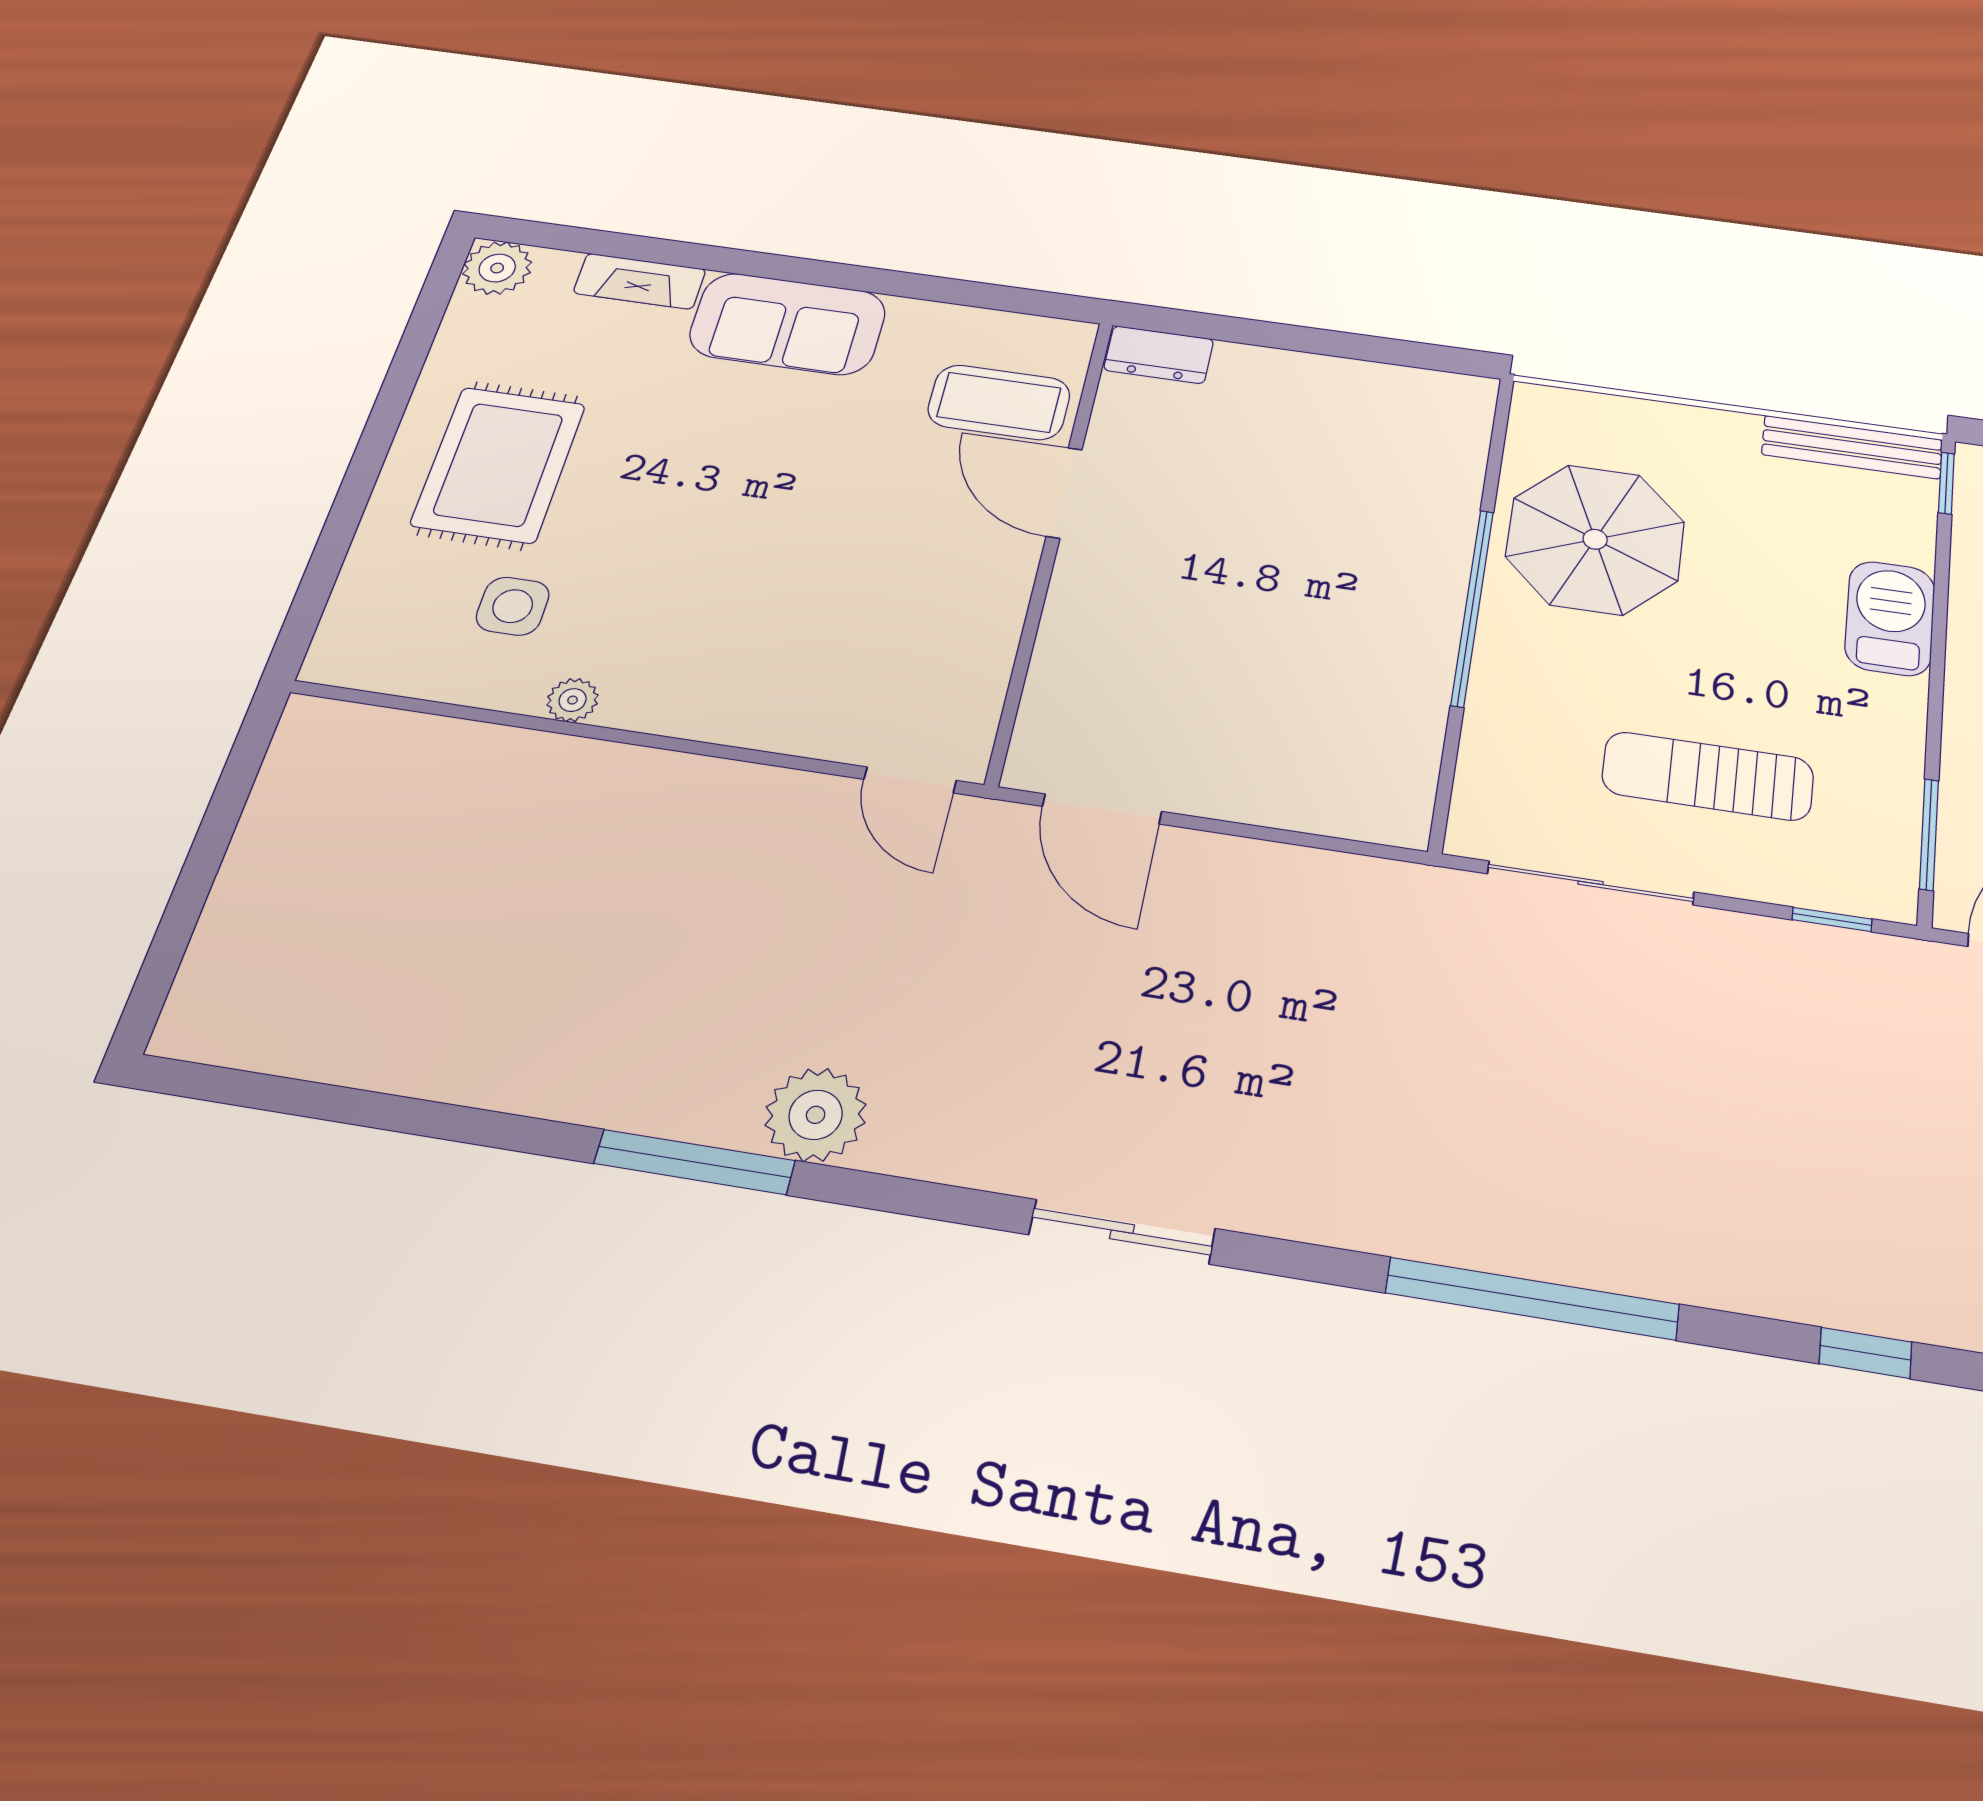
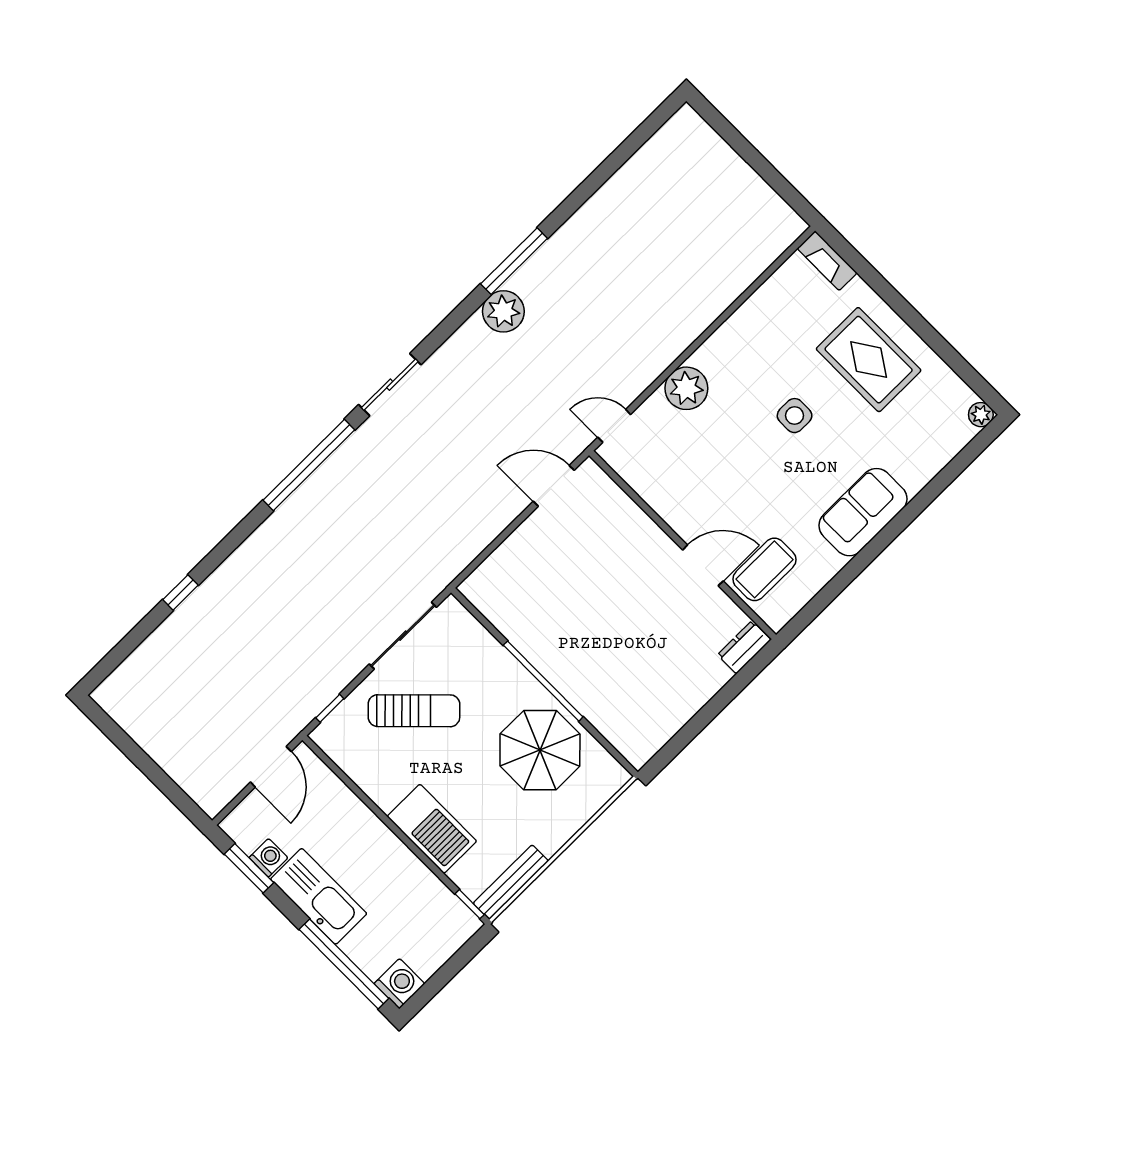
plant: (497, 268) -> (981, 415), width x0.73, depth x0.73
fireplace: (640, 281) -> (827, 261), moved, turned -90
side table: (513, 606) -> (795, 416), moved
barbecue: (1890, 618) -> (432, 829), width x1.37, depth x1.21
plant: (573, 700) -> (686, 388), moved, width x1.88, depth x1.88
sun lounger: (1708, 776) -> (414, 711), turned 45
window: (1929, 834) -> (336, 770), removed
window: (1532, 1299) -> (309, 465), moved

